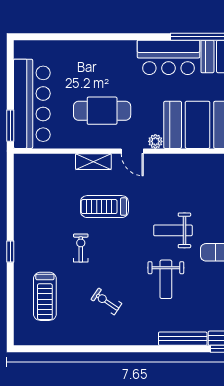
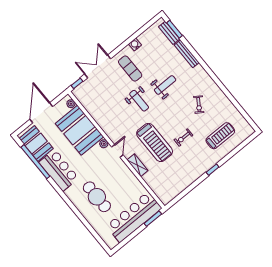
cafe table: (102, 111) -> (97, 197), moved
treadmill: (104, 207) -> (155, 142), width x1.37, depth x1.38

